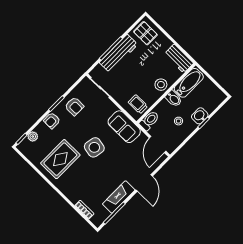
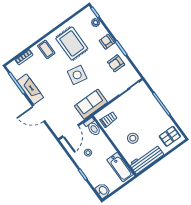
workbench: (119, 53) -> (156, 110), removed
workbench: (179, 59) -> (146, 159), width x1.38
stool: (161, 85) -> (133, 138), moved
bidet: (174, 99) -> (108, 152), removed
washbasin: (200, 116) -> (103, 191), moved
door: (158, 144) -> (70, 131), swing flipped
coffee table: (72, 186) -> (46, 49), added

